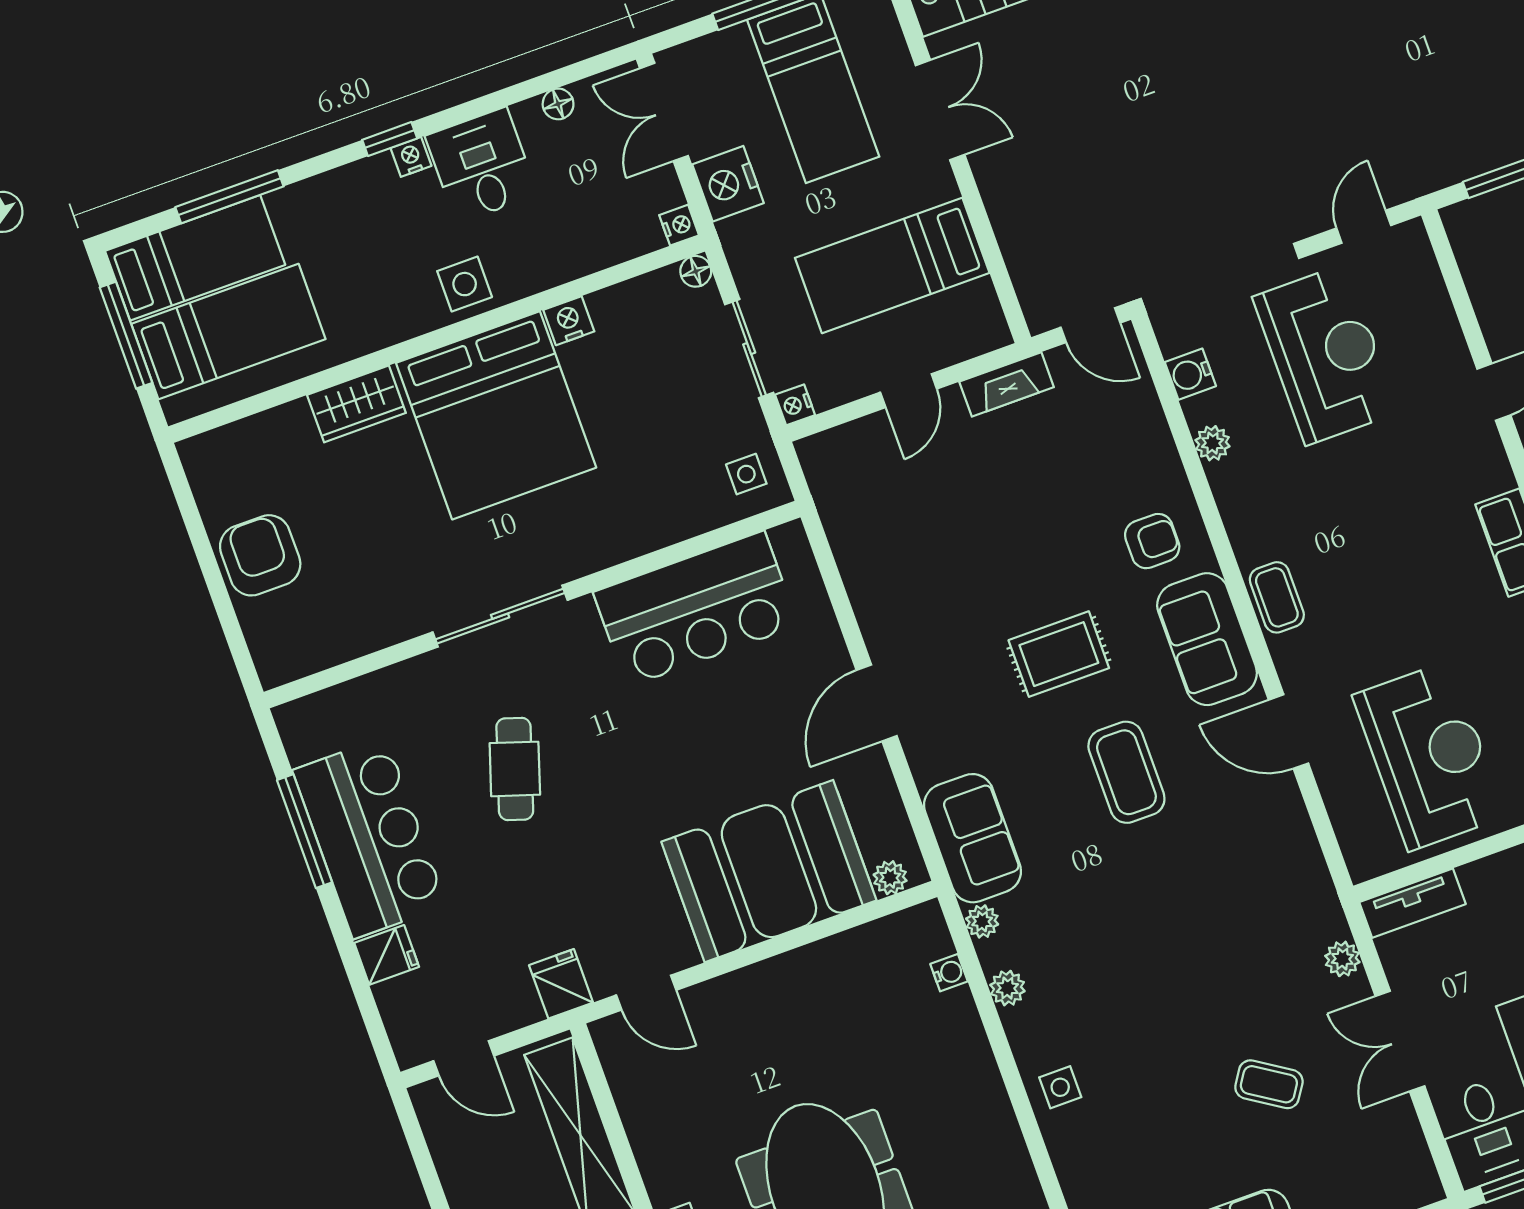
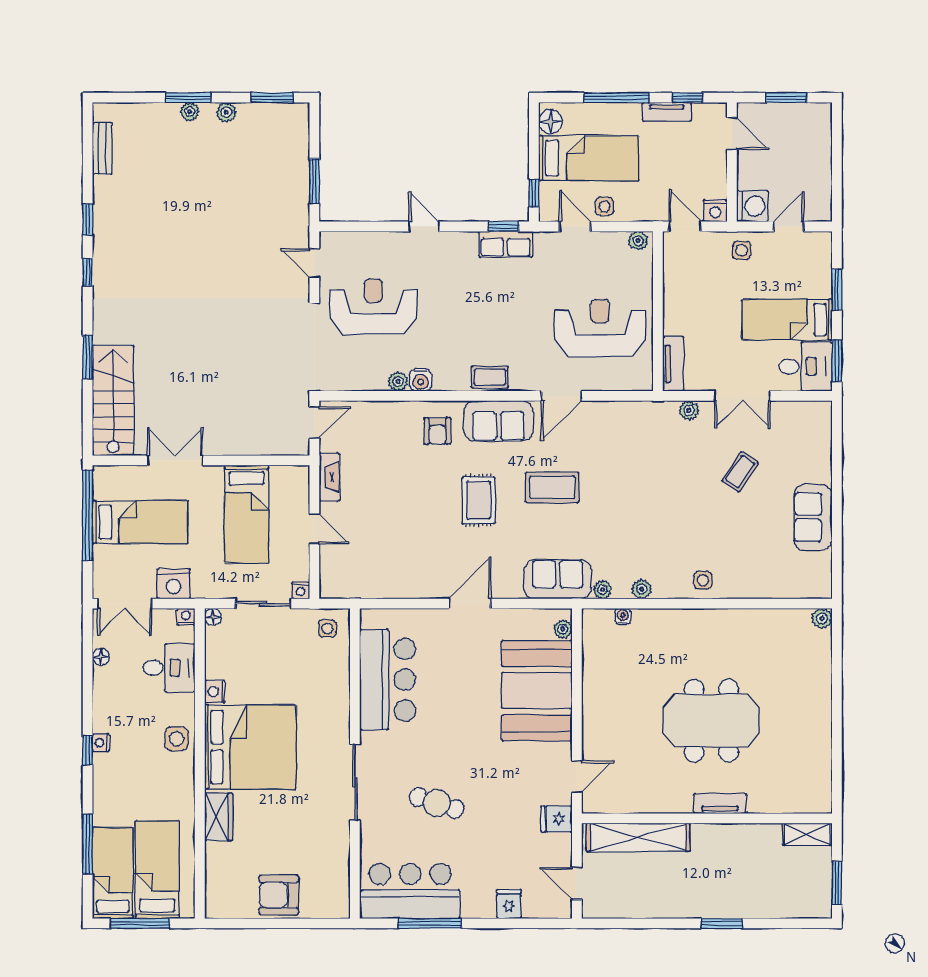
desk: (481, 165) -> (169, 668), moved, turned 180
water cooler: (1190, 374) -> (421, 380), moved
armchair: (1152, 541) -> (437, 431), turned 180
door: (877, 703) -> (470, 604), swing flipped
bar counter: (369, 838) -> (410, 891), moved
door: (464, 1058) -> (577, 883), swing flipped

